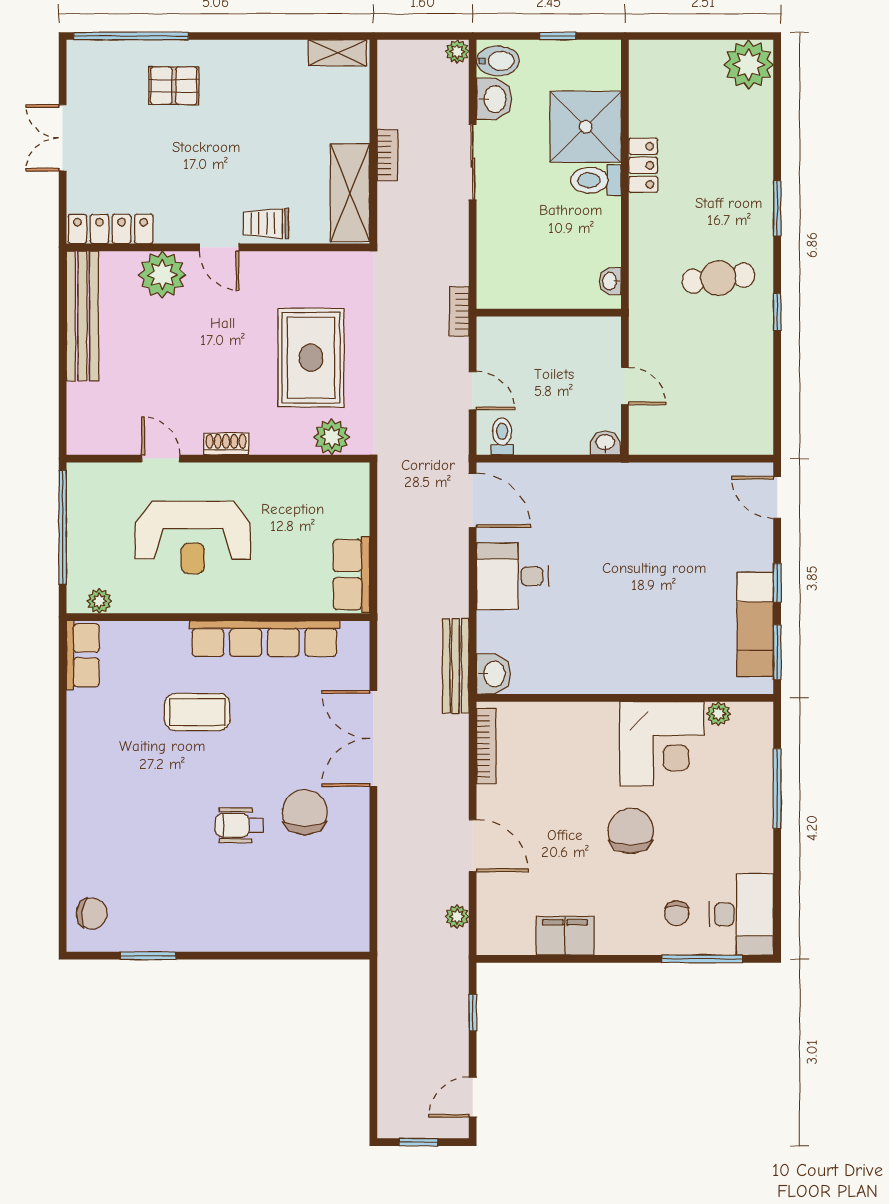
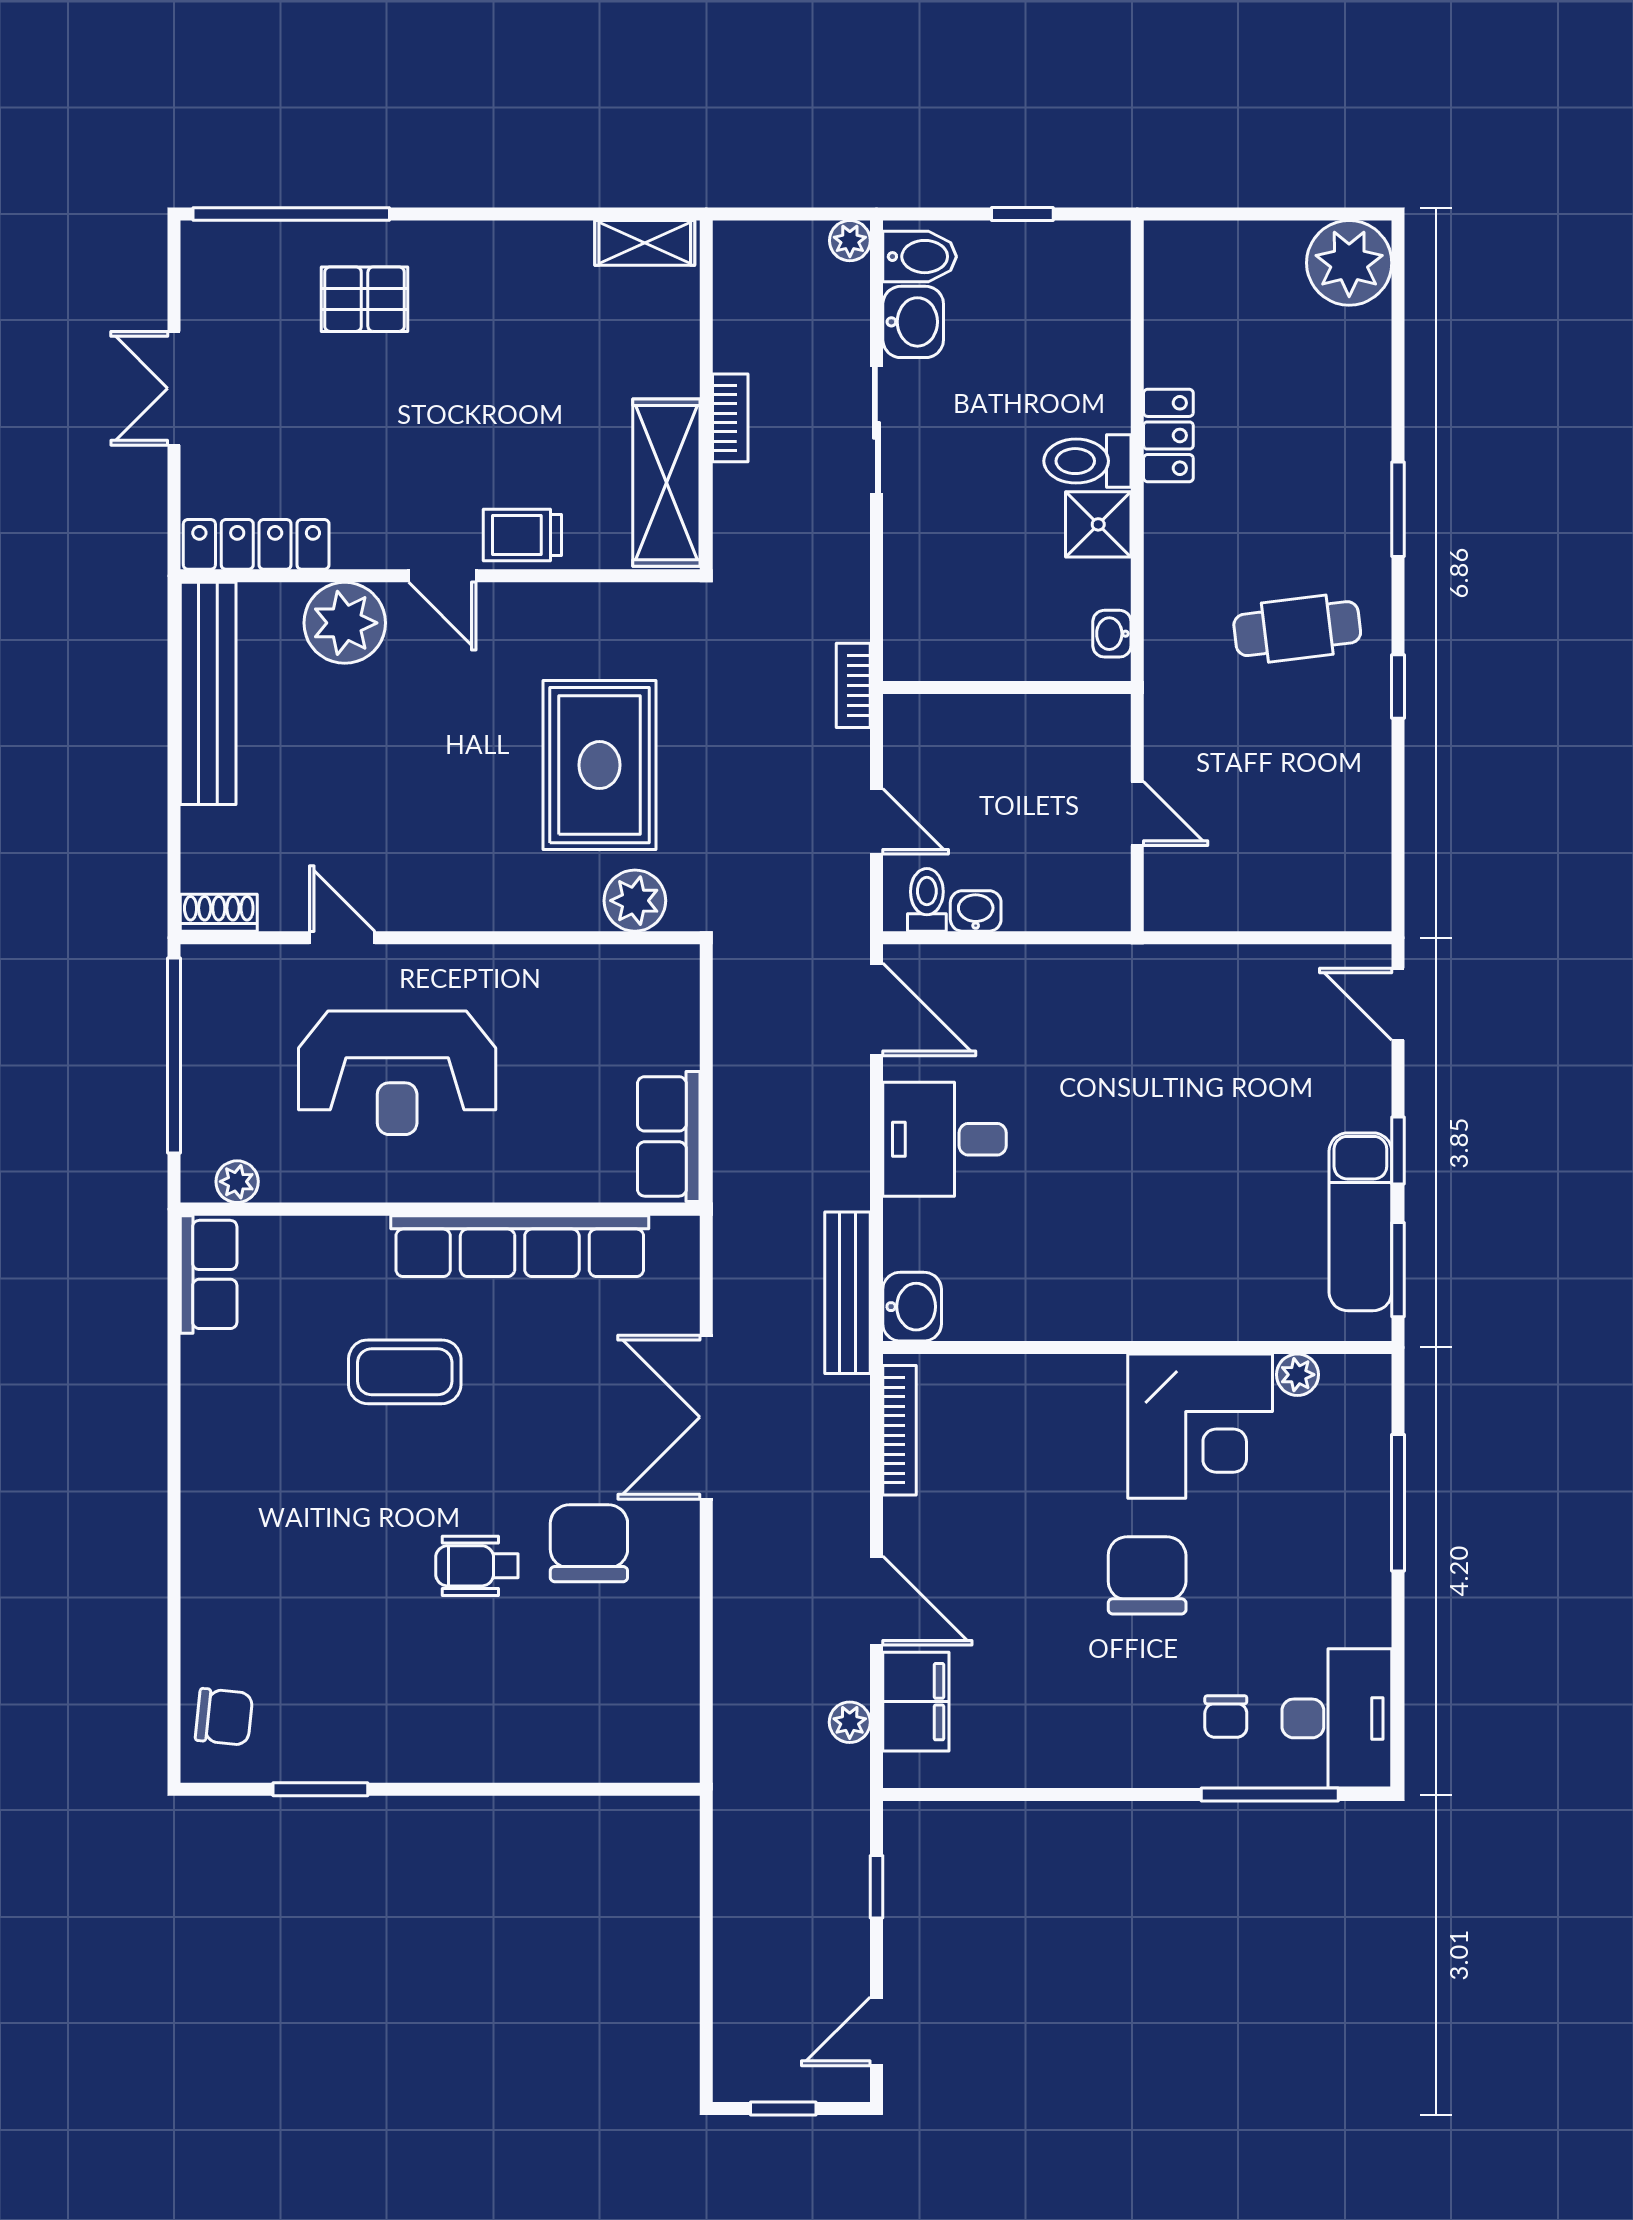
shower: (586, 127) -> (1098, 524), moved, width x0.54, depth x0.54
washbasin: (605, 443) -> (976, 911), moved
shoe rack: (226, 444) -> (219, 913), moved
filing cabinet: (565, 936) -> (916, 1702), moved, turned 90

